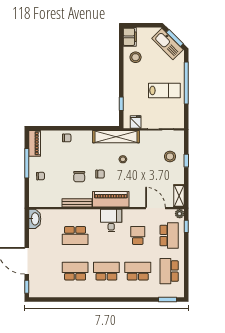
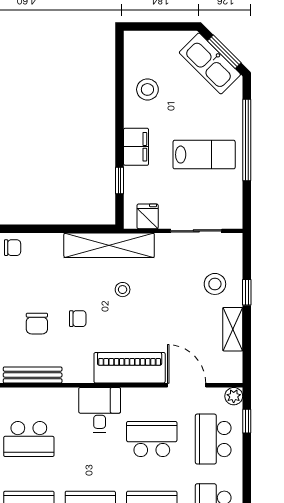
filing cabinet: (130, 37) -> (136, 147), moved
shelving: (179, 196) -> (233, 329), moved
piano: (111, 199) -> (130, 368), moved
school desk: (138, 235) -> (152, 439), width x1.85
school desk: (169, 235) -> (213, 439), turned 180

